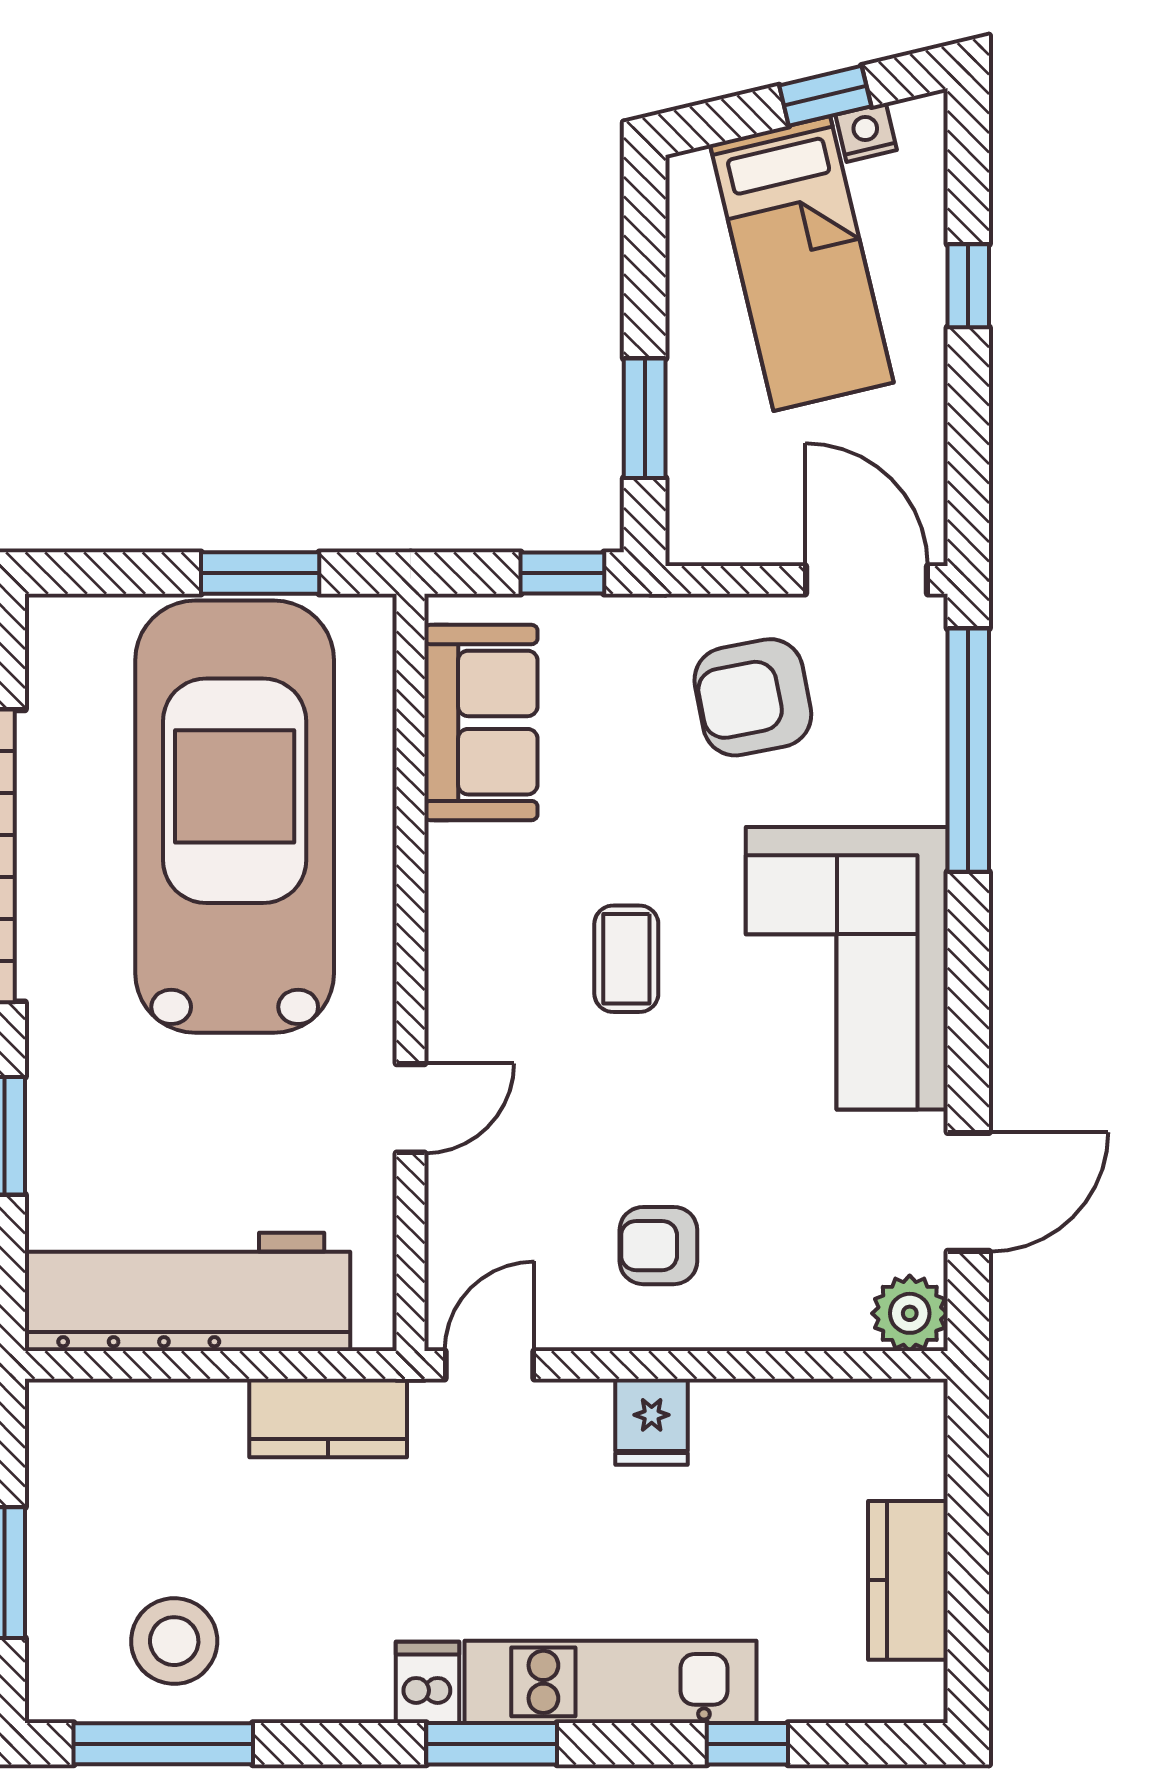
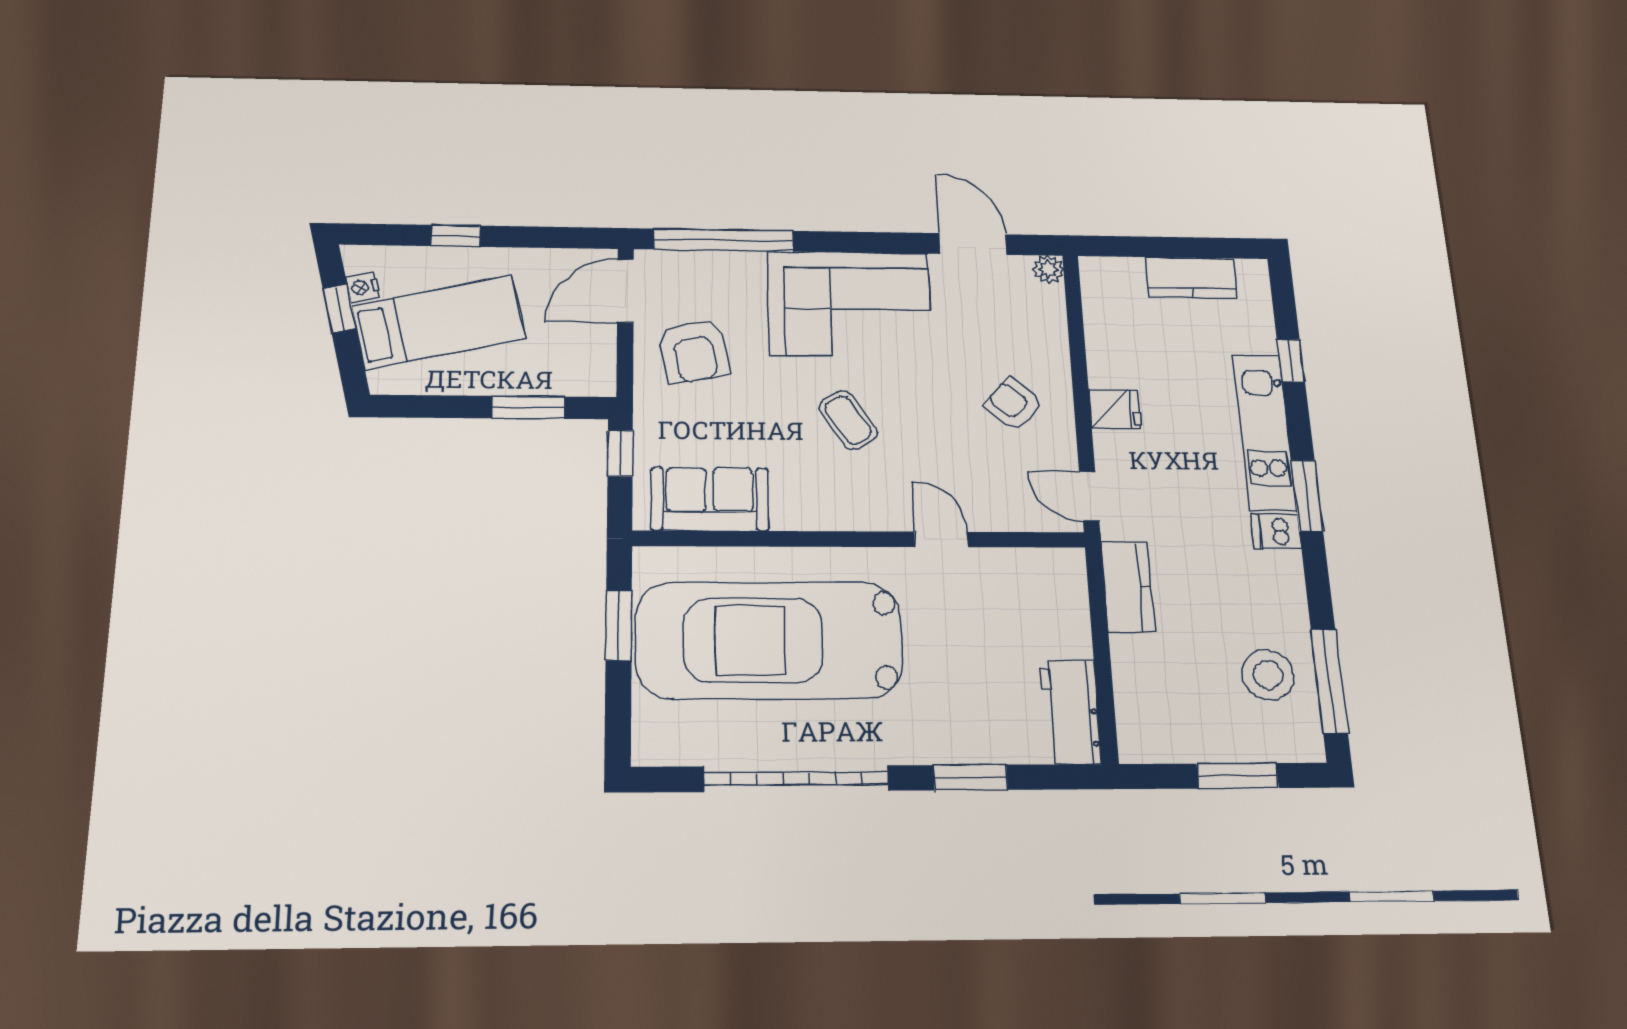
coffee table: (626, 959) -> (848, 420), turned 57
armchair: (658, 1246) -> (1014, 404), turned 133
workbench: (188, 1292) -> (1071, 712), width x0.53, depth x0.76
plant: (910, 1313) -> (1048, 269), width x0.73, depth x0.73

